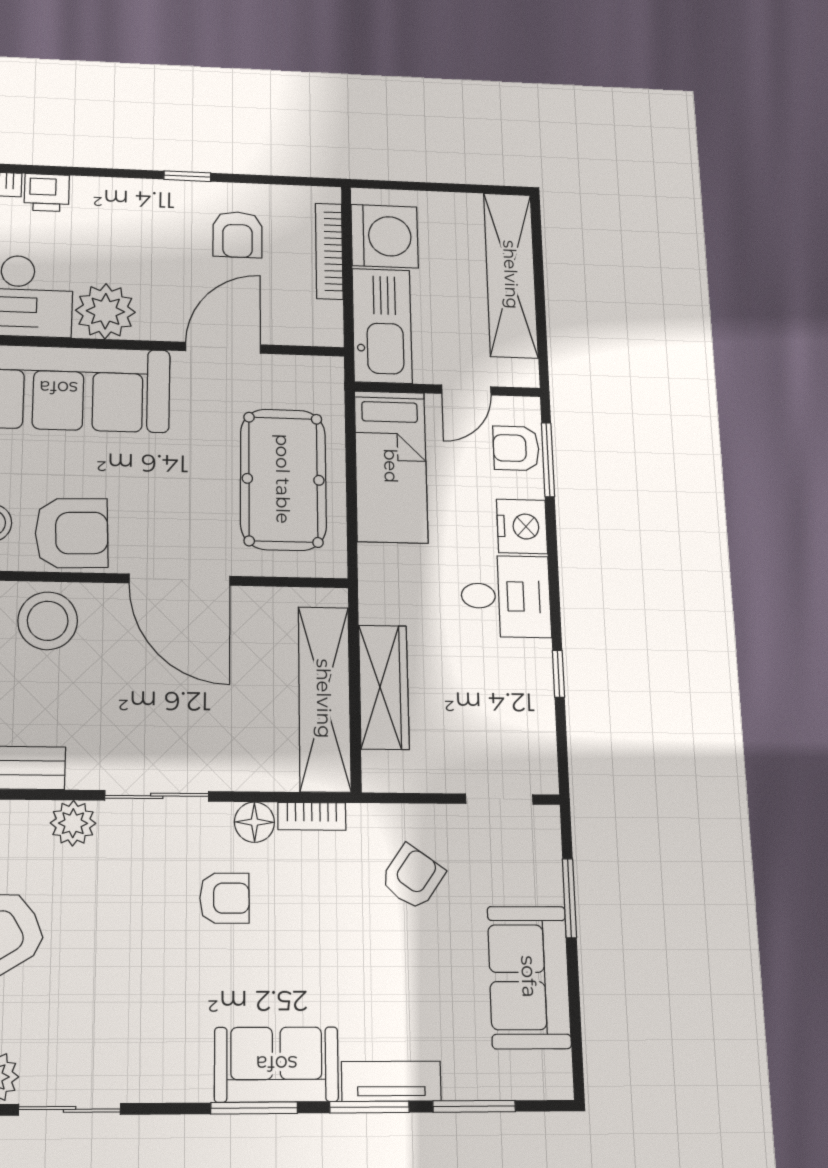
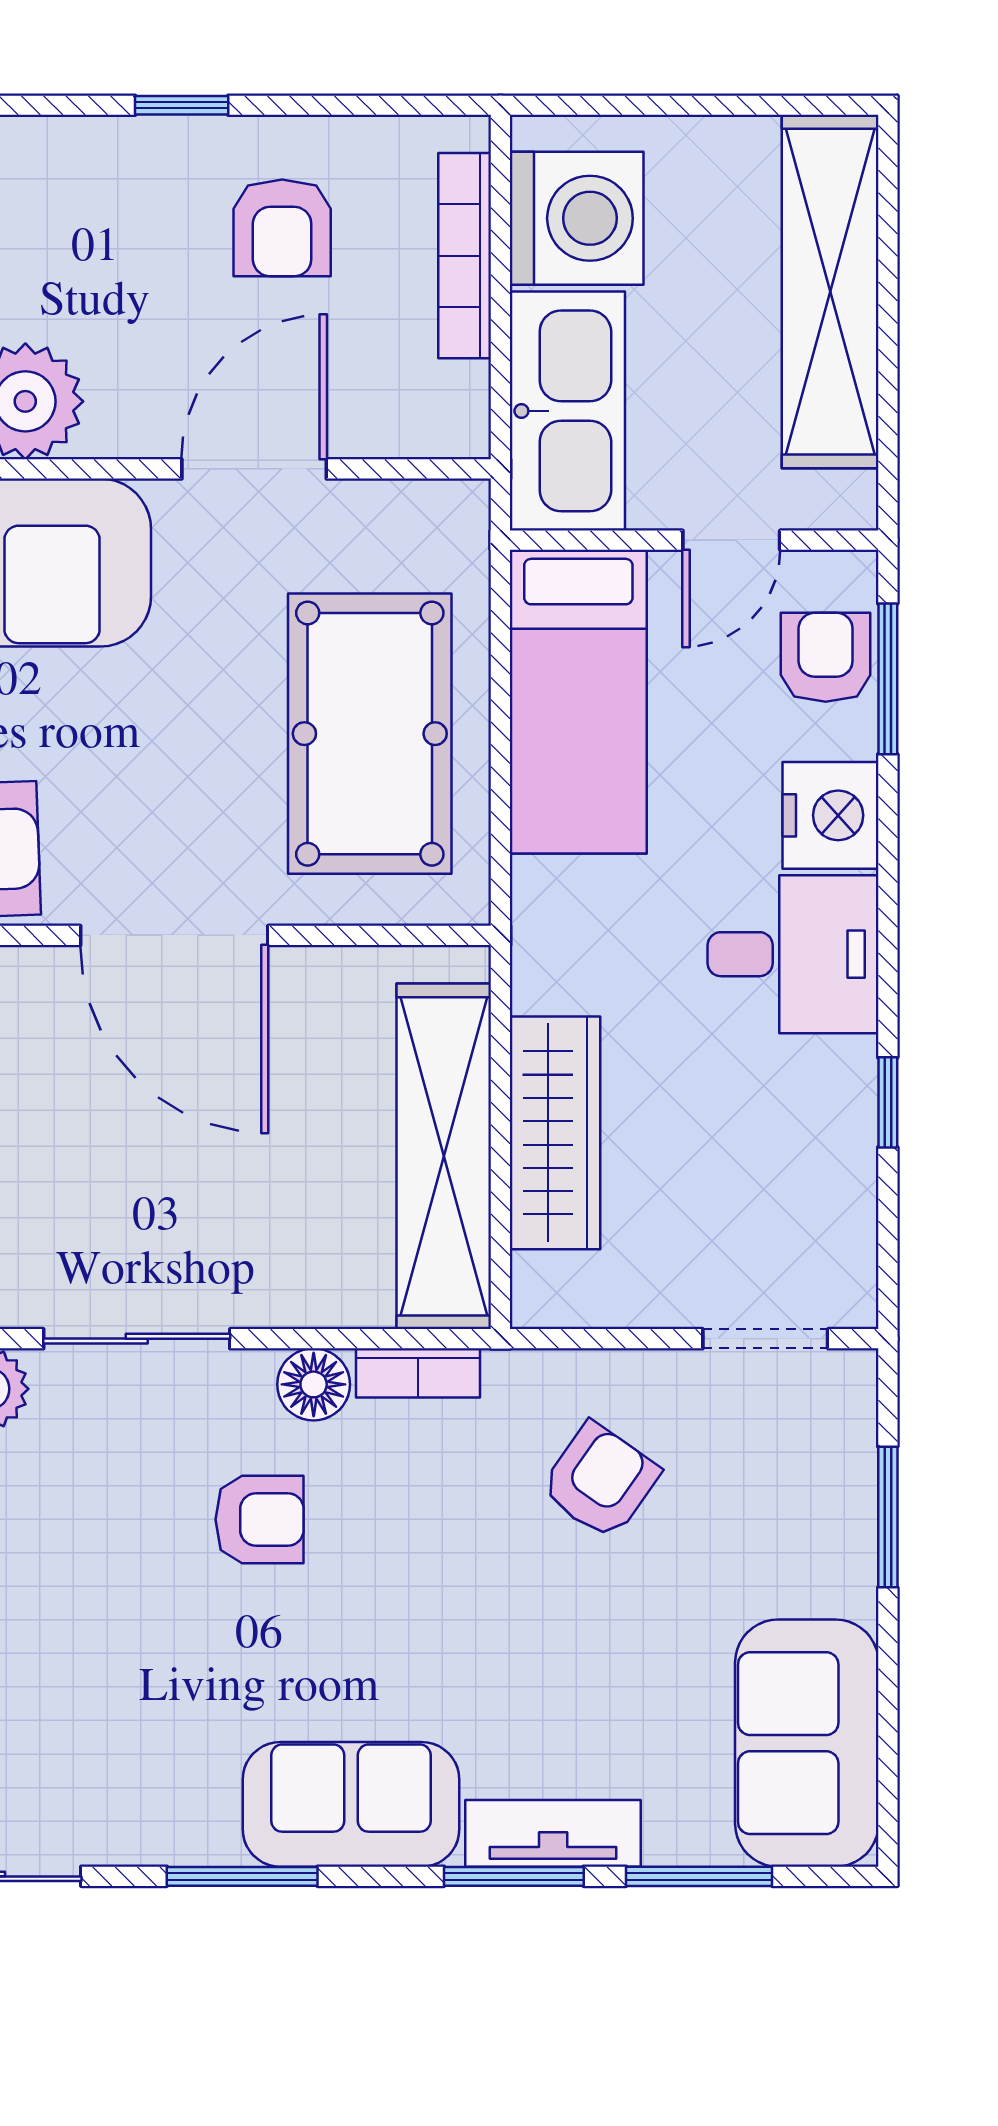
armchair: (516, 448) -> (826, 657), turned 90
sofa: (529, 977) -> (807, 1743), moved
window: (254, 1108) -> (242, 1876), moved

